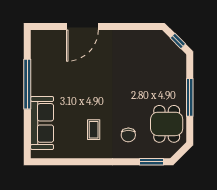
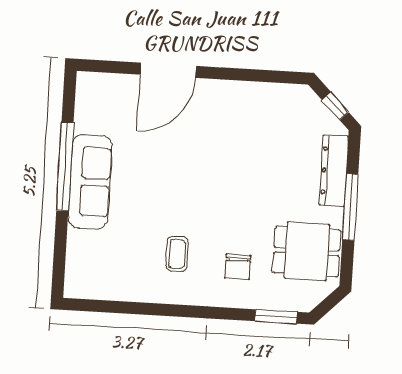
dresser: (179, 78) -> (334, 171), added
sofa: (42, 123) -> (90, 182), moved
dining table: (167, 124) -> (307, 251), turned 90

